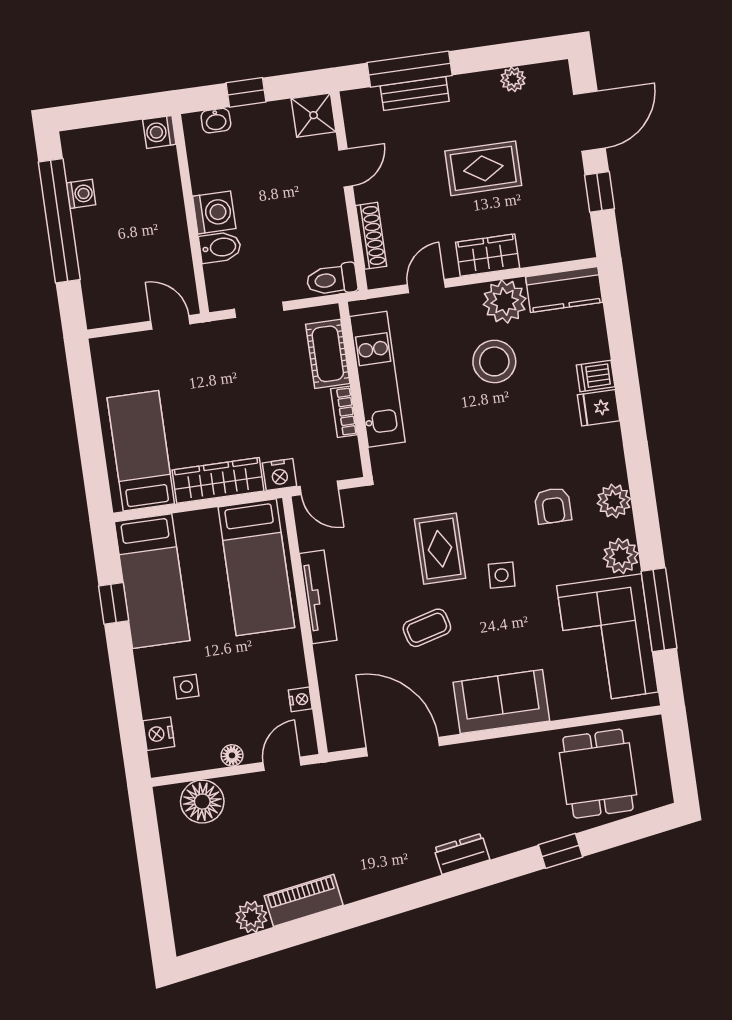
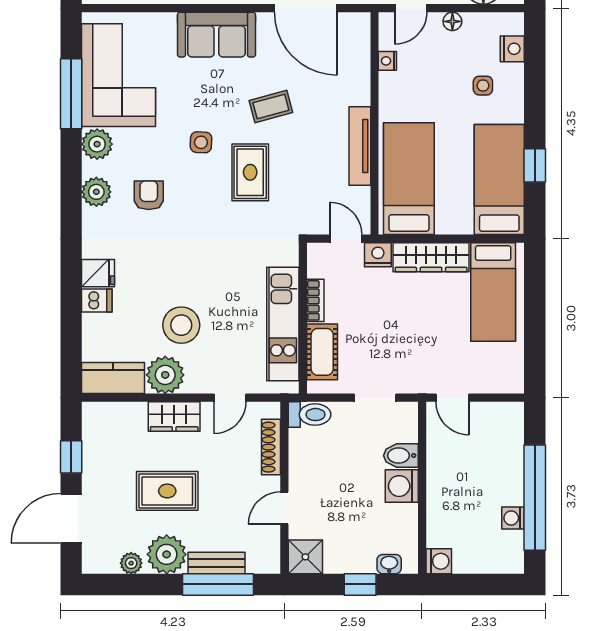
plant: (474, 95) -> (167, 554), added

